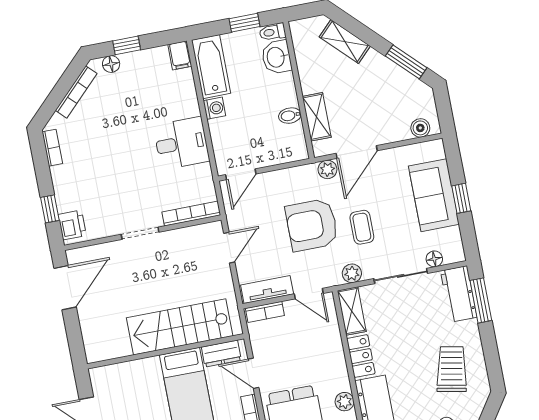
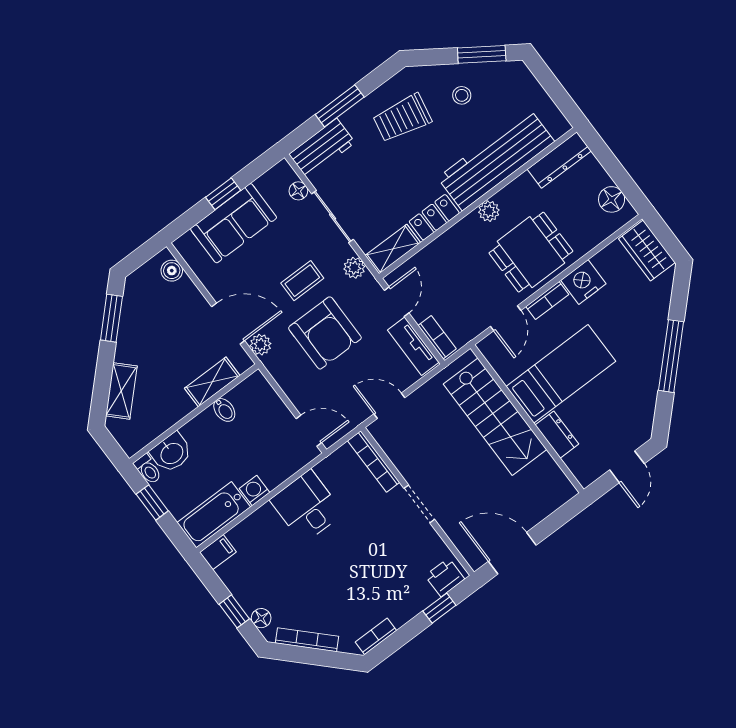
window: (481, 300) -> (340, 106), moved
dresser: (221, 354) -> (557, 435), moved

